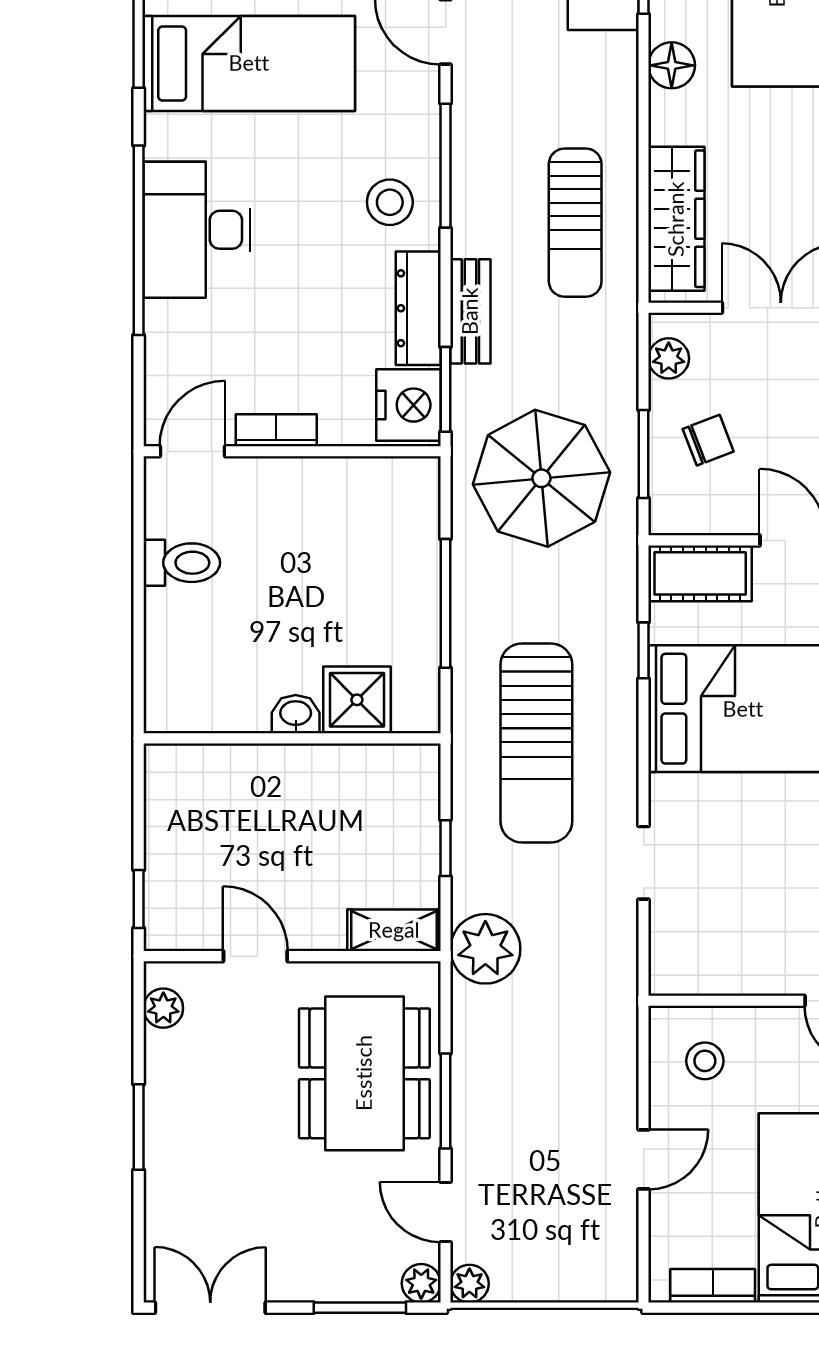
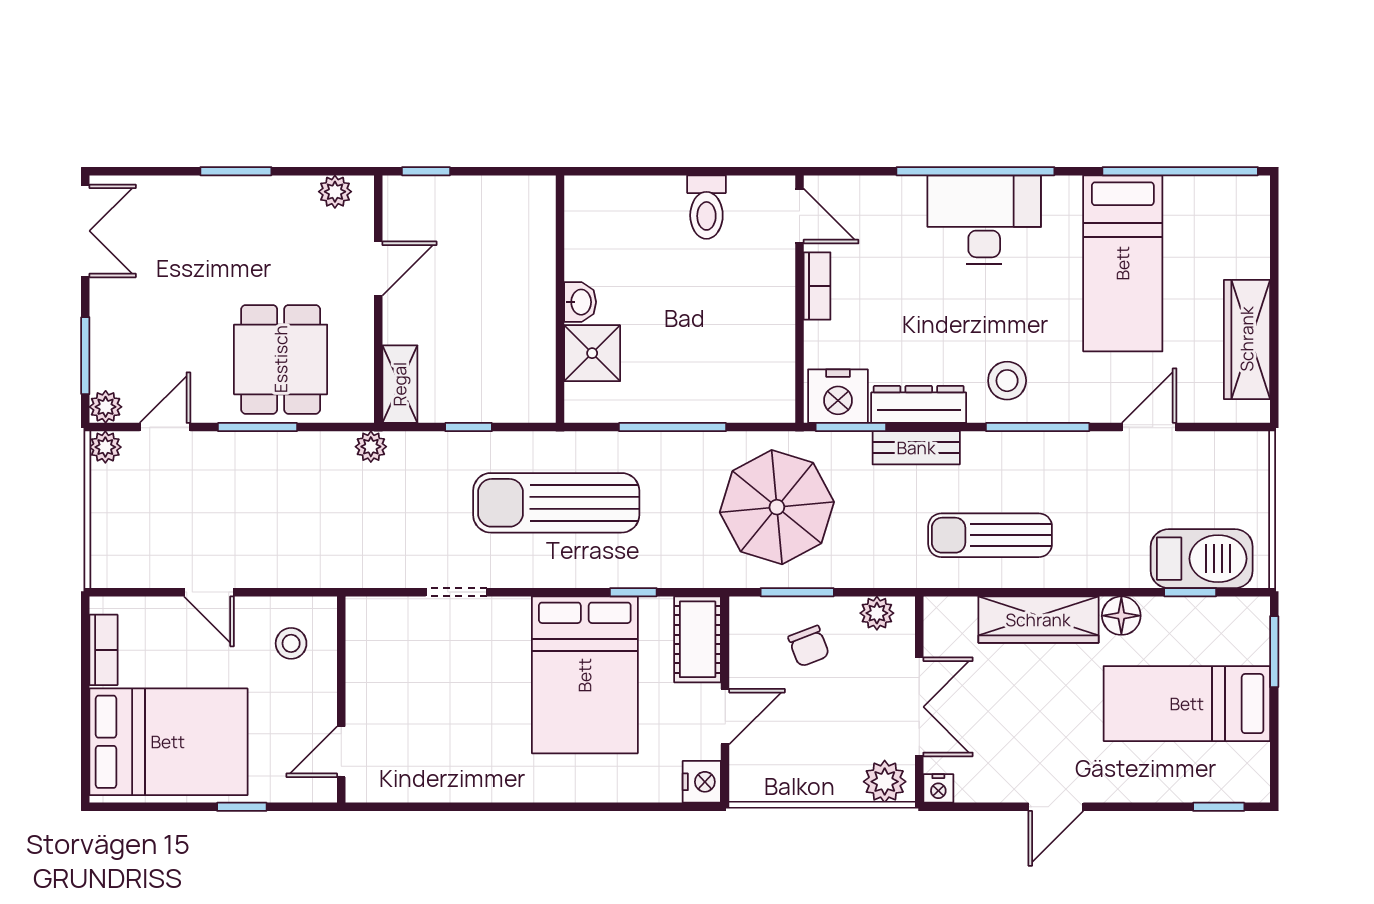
wardrobe: (676, 219) -> (1038, 620), moved
plant: (485, 949) -> (371, 447), width x0.53, depth x0.53
dining table: (364, 1073) -> (281, 359), width x0.73

